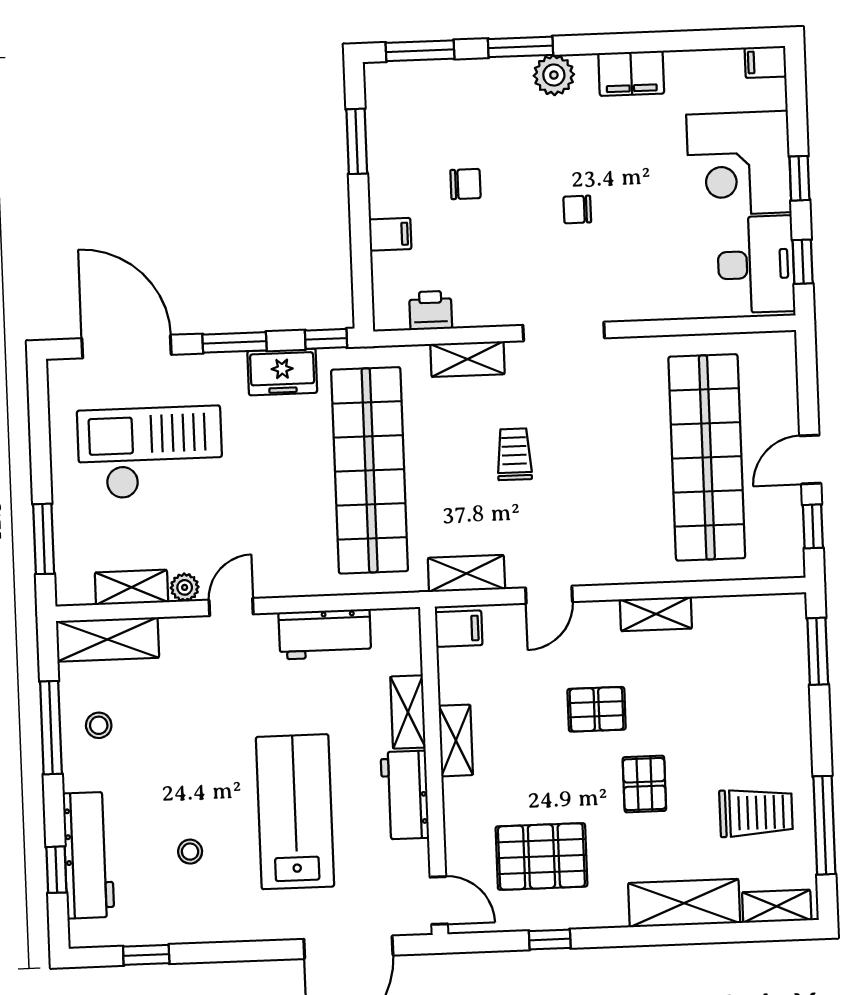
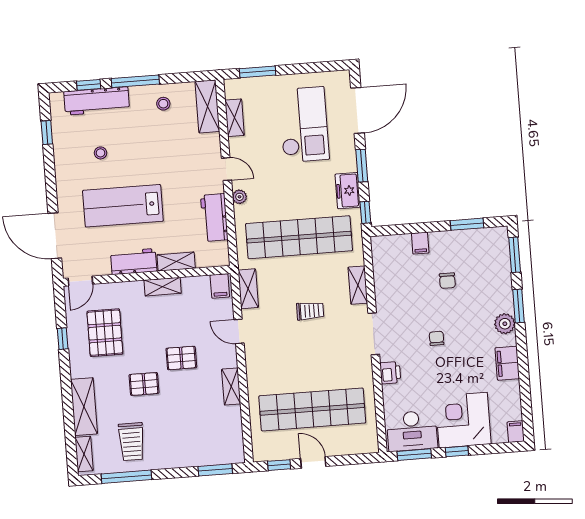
window: (803, 262) -> (414, 455), width x1.50
printer: (431, 310) -> (390, 373), moved
plant: (185, 587) -> (240, 197), moved
pallet: (597, 709) -> (181, 358), turned 90
window: (51, 728) -> (135, 81), moved
lab bench: (295, 812) -> (123, 206), turned 180

